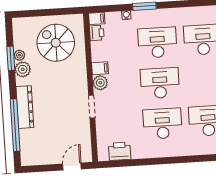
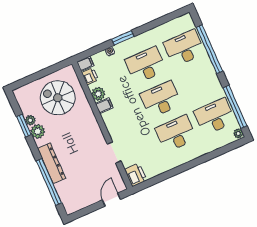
plant: (100, 83) -> (98, 94), moved
doorway: (92, 107) -> (114, 153), moved
printer: (120, 151) -> (136, 175), moved, turned 90

